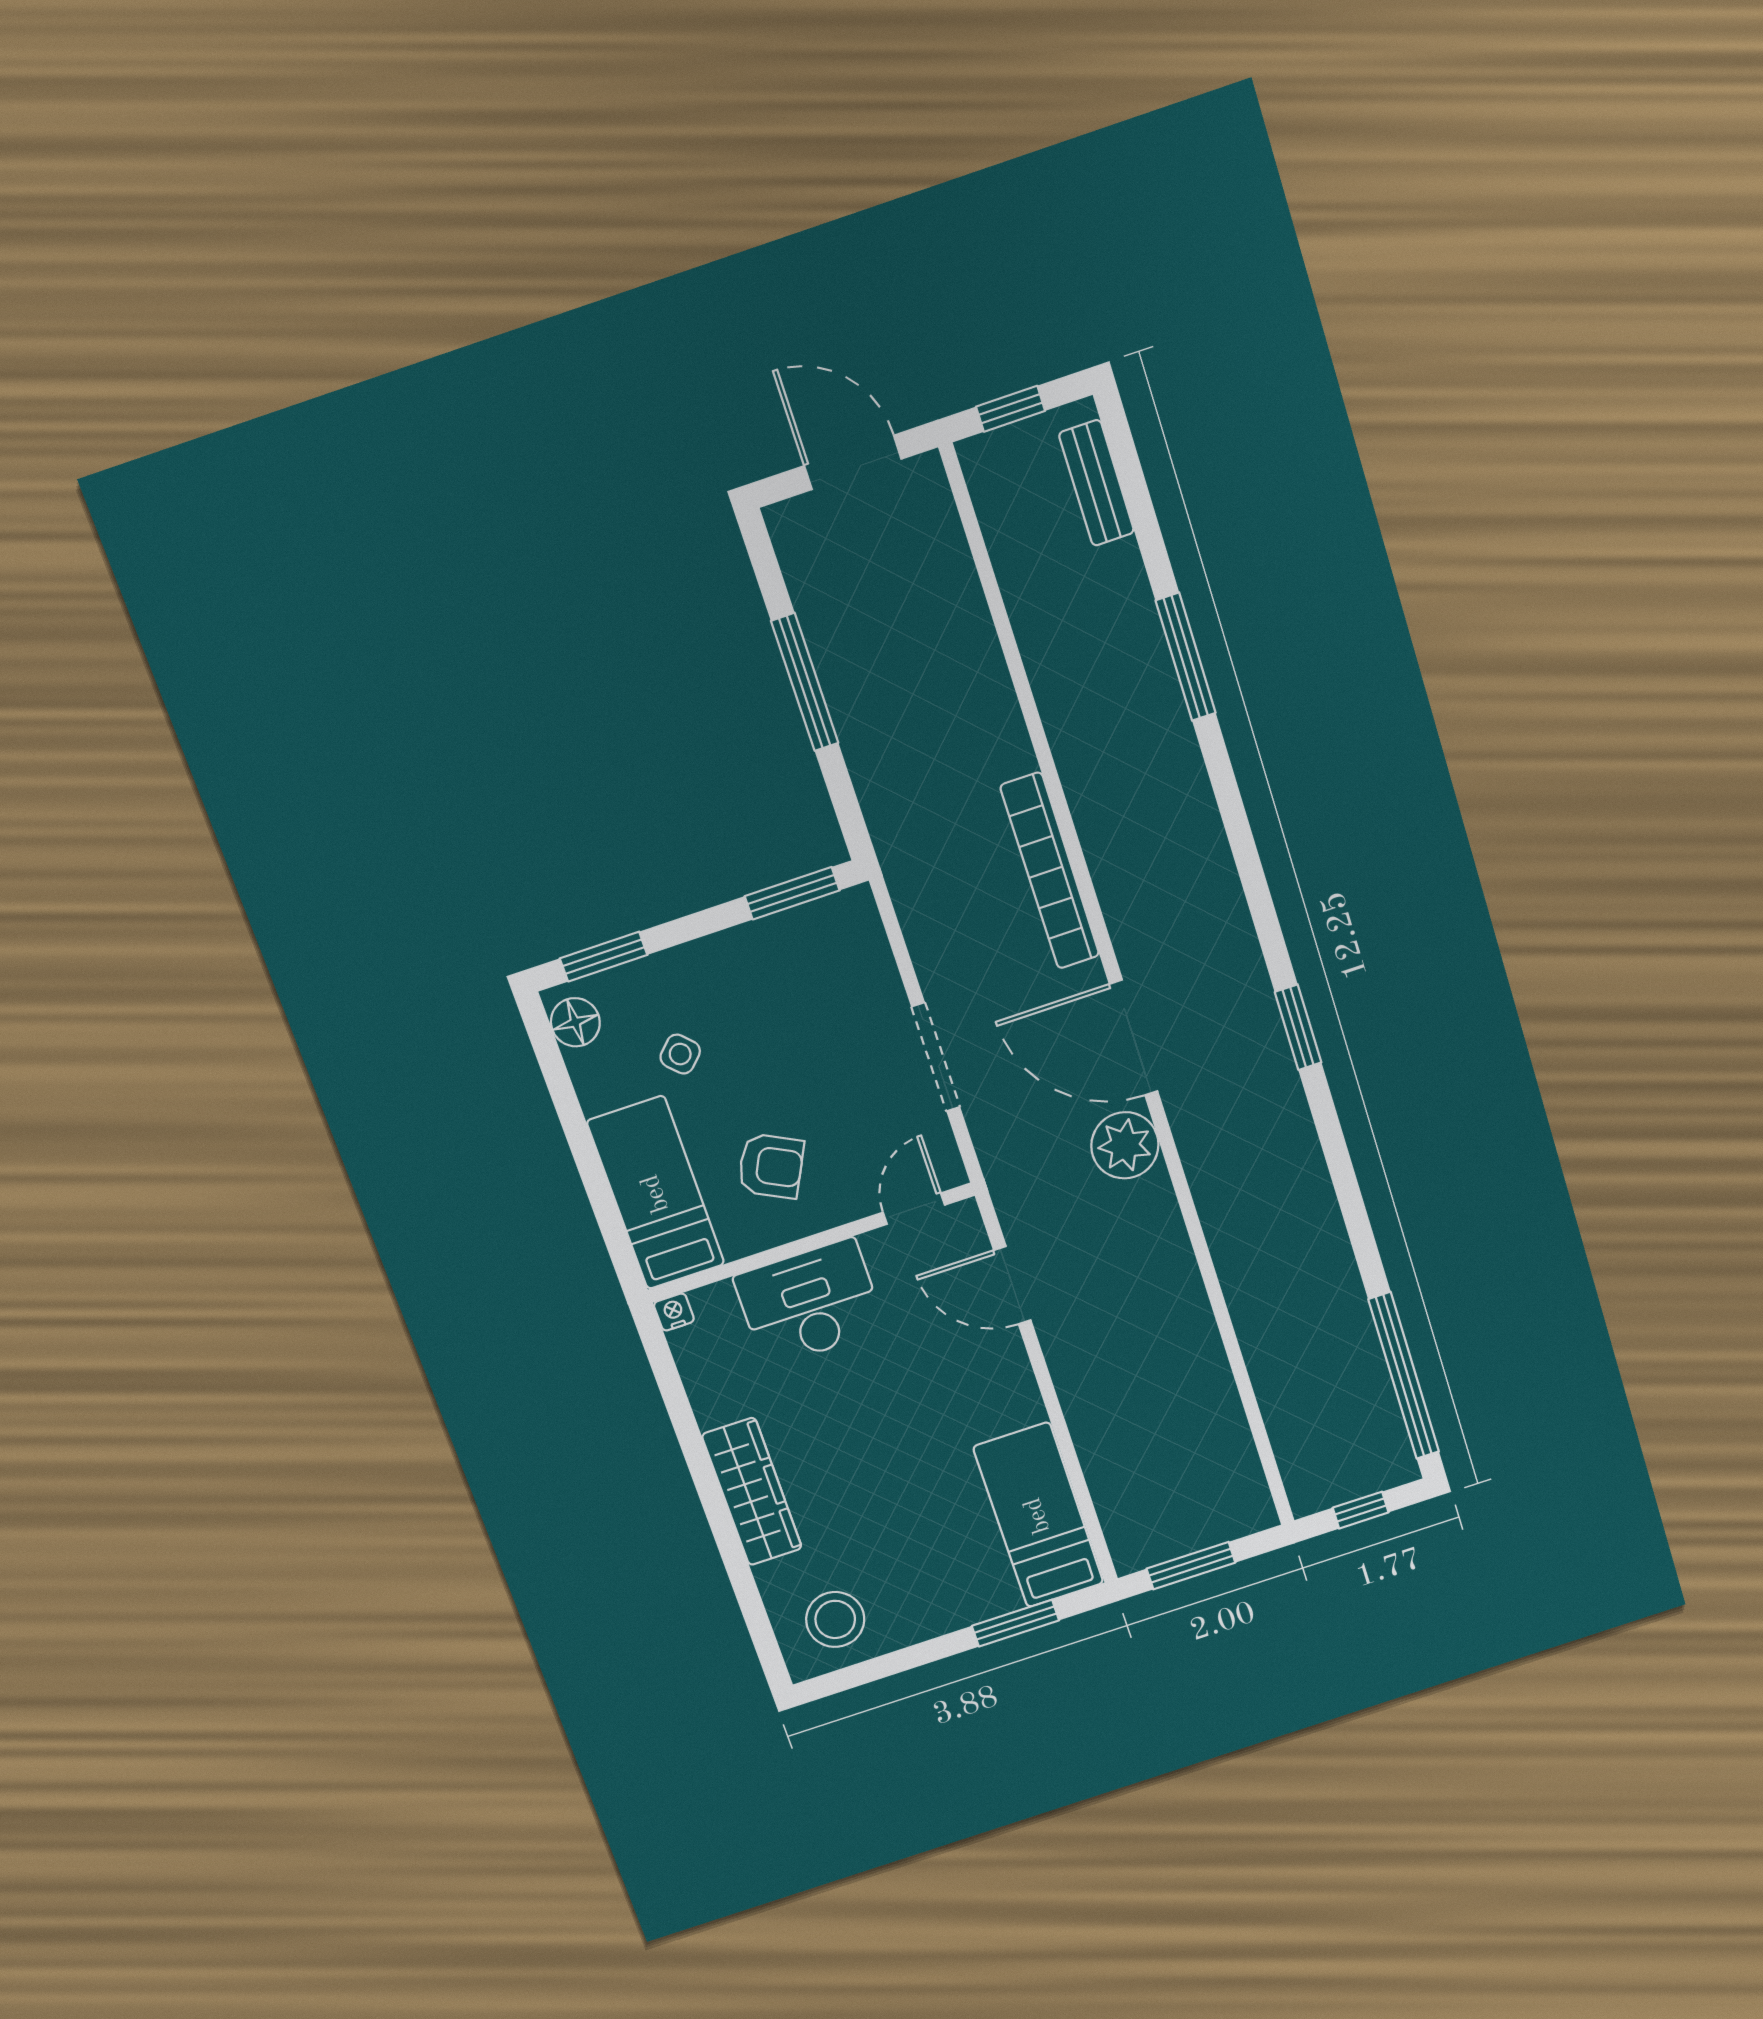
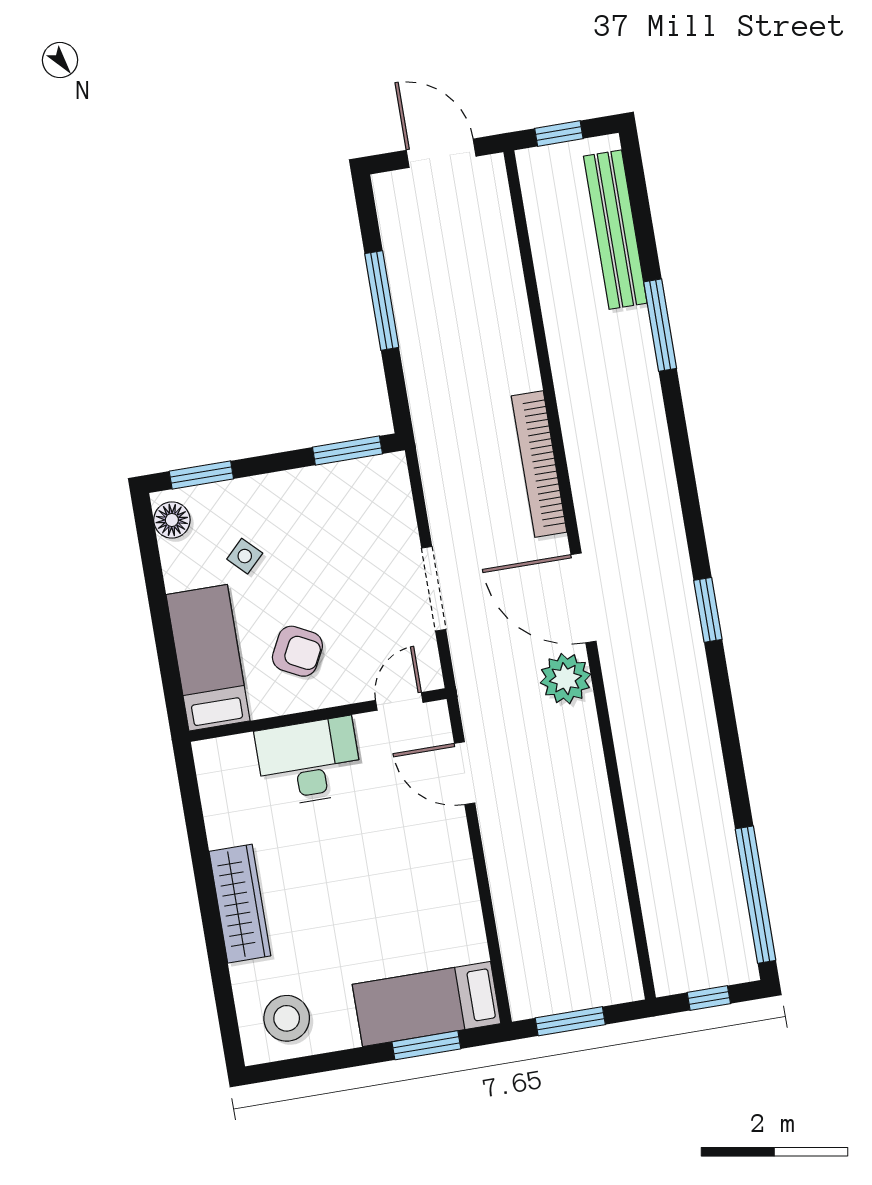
bench: (1097, 483) -> (615, 230), width x1.86, depth x1.21
nightstand: (674, 1312) -> (205, 752), removed
bed: (1038, 1515) -> (427, 1004), moved, turned -90

